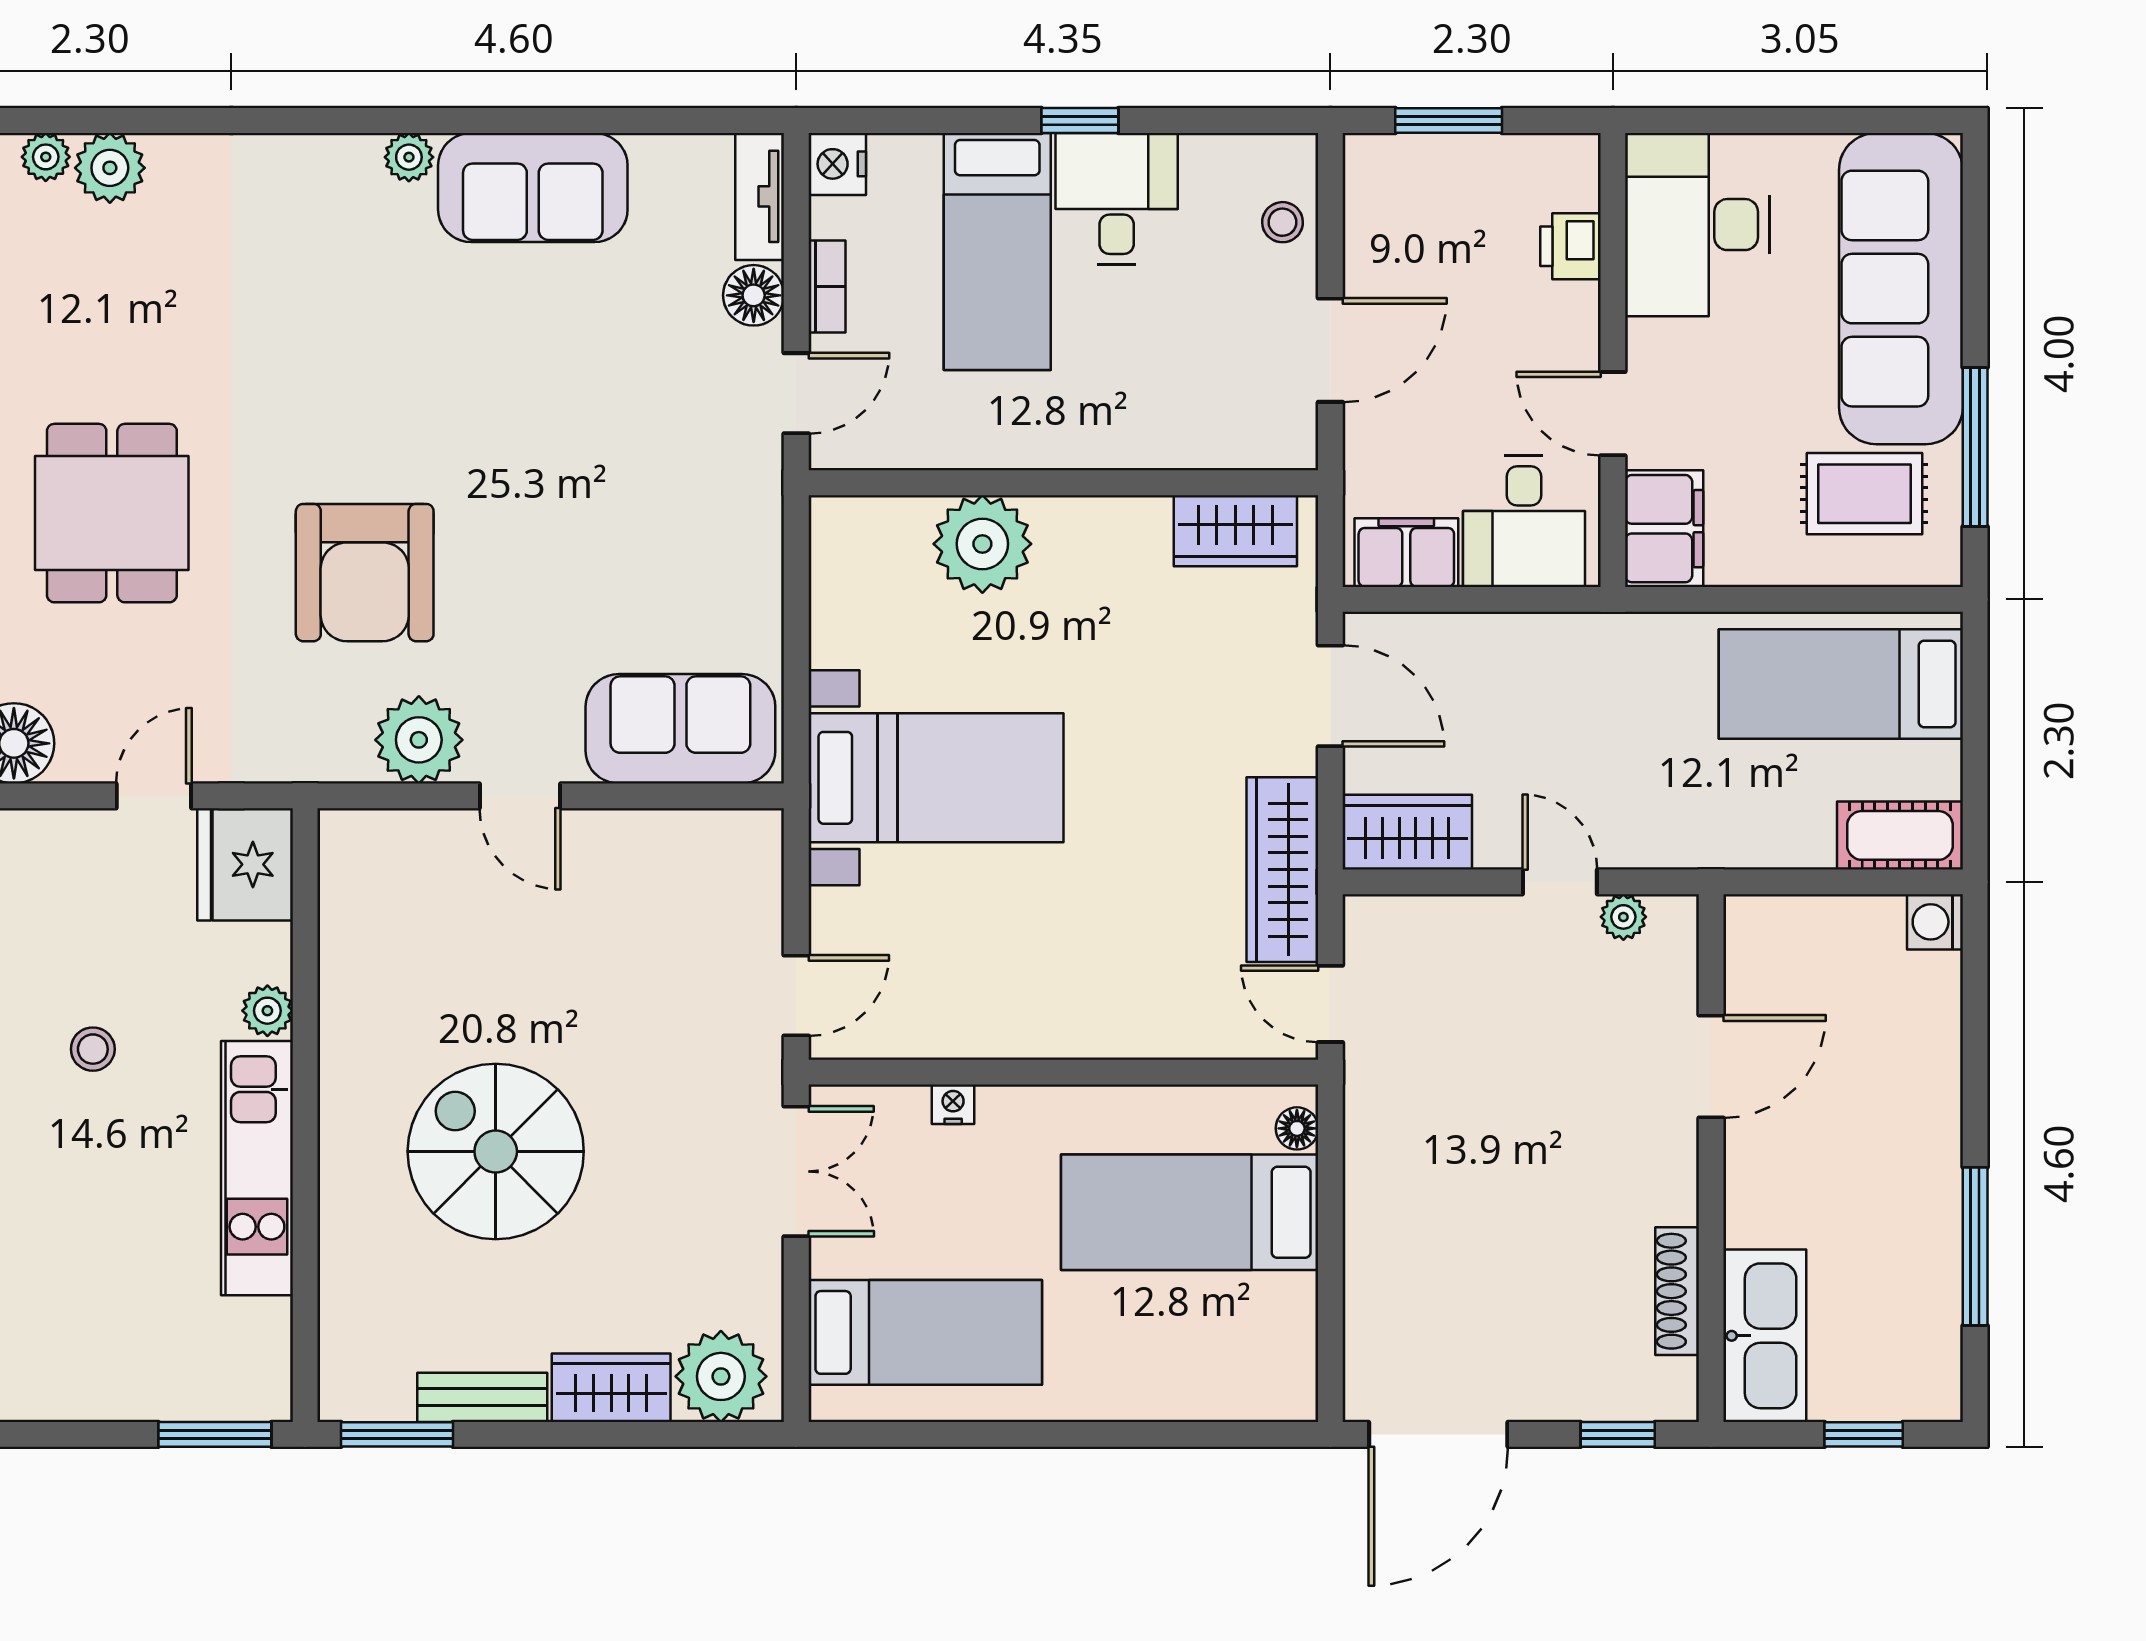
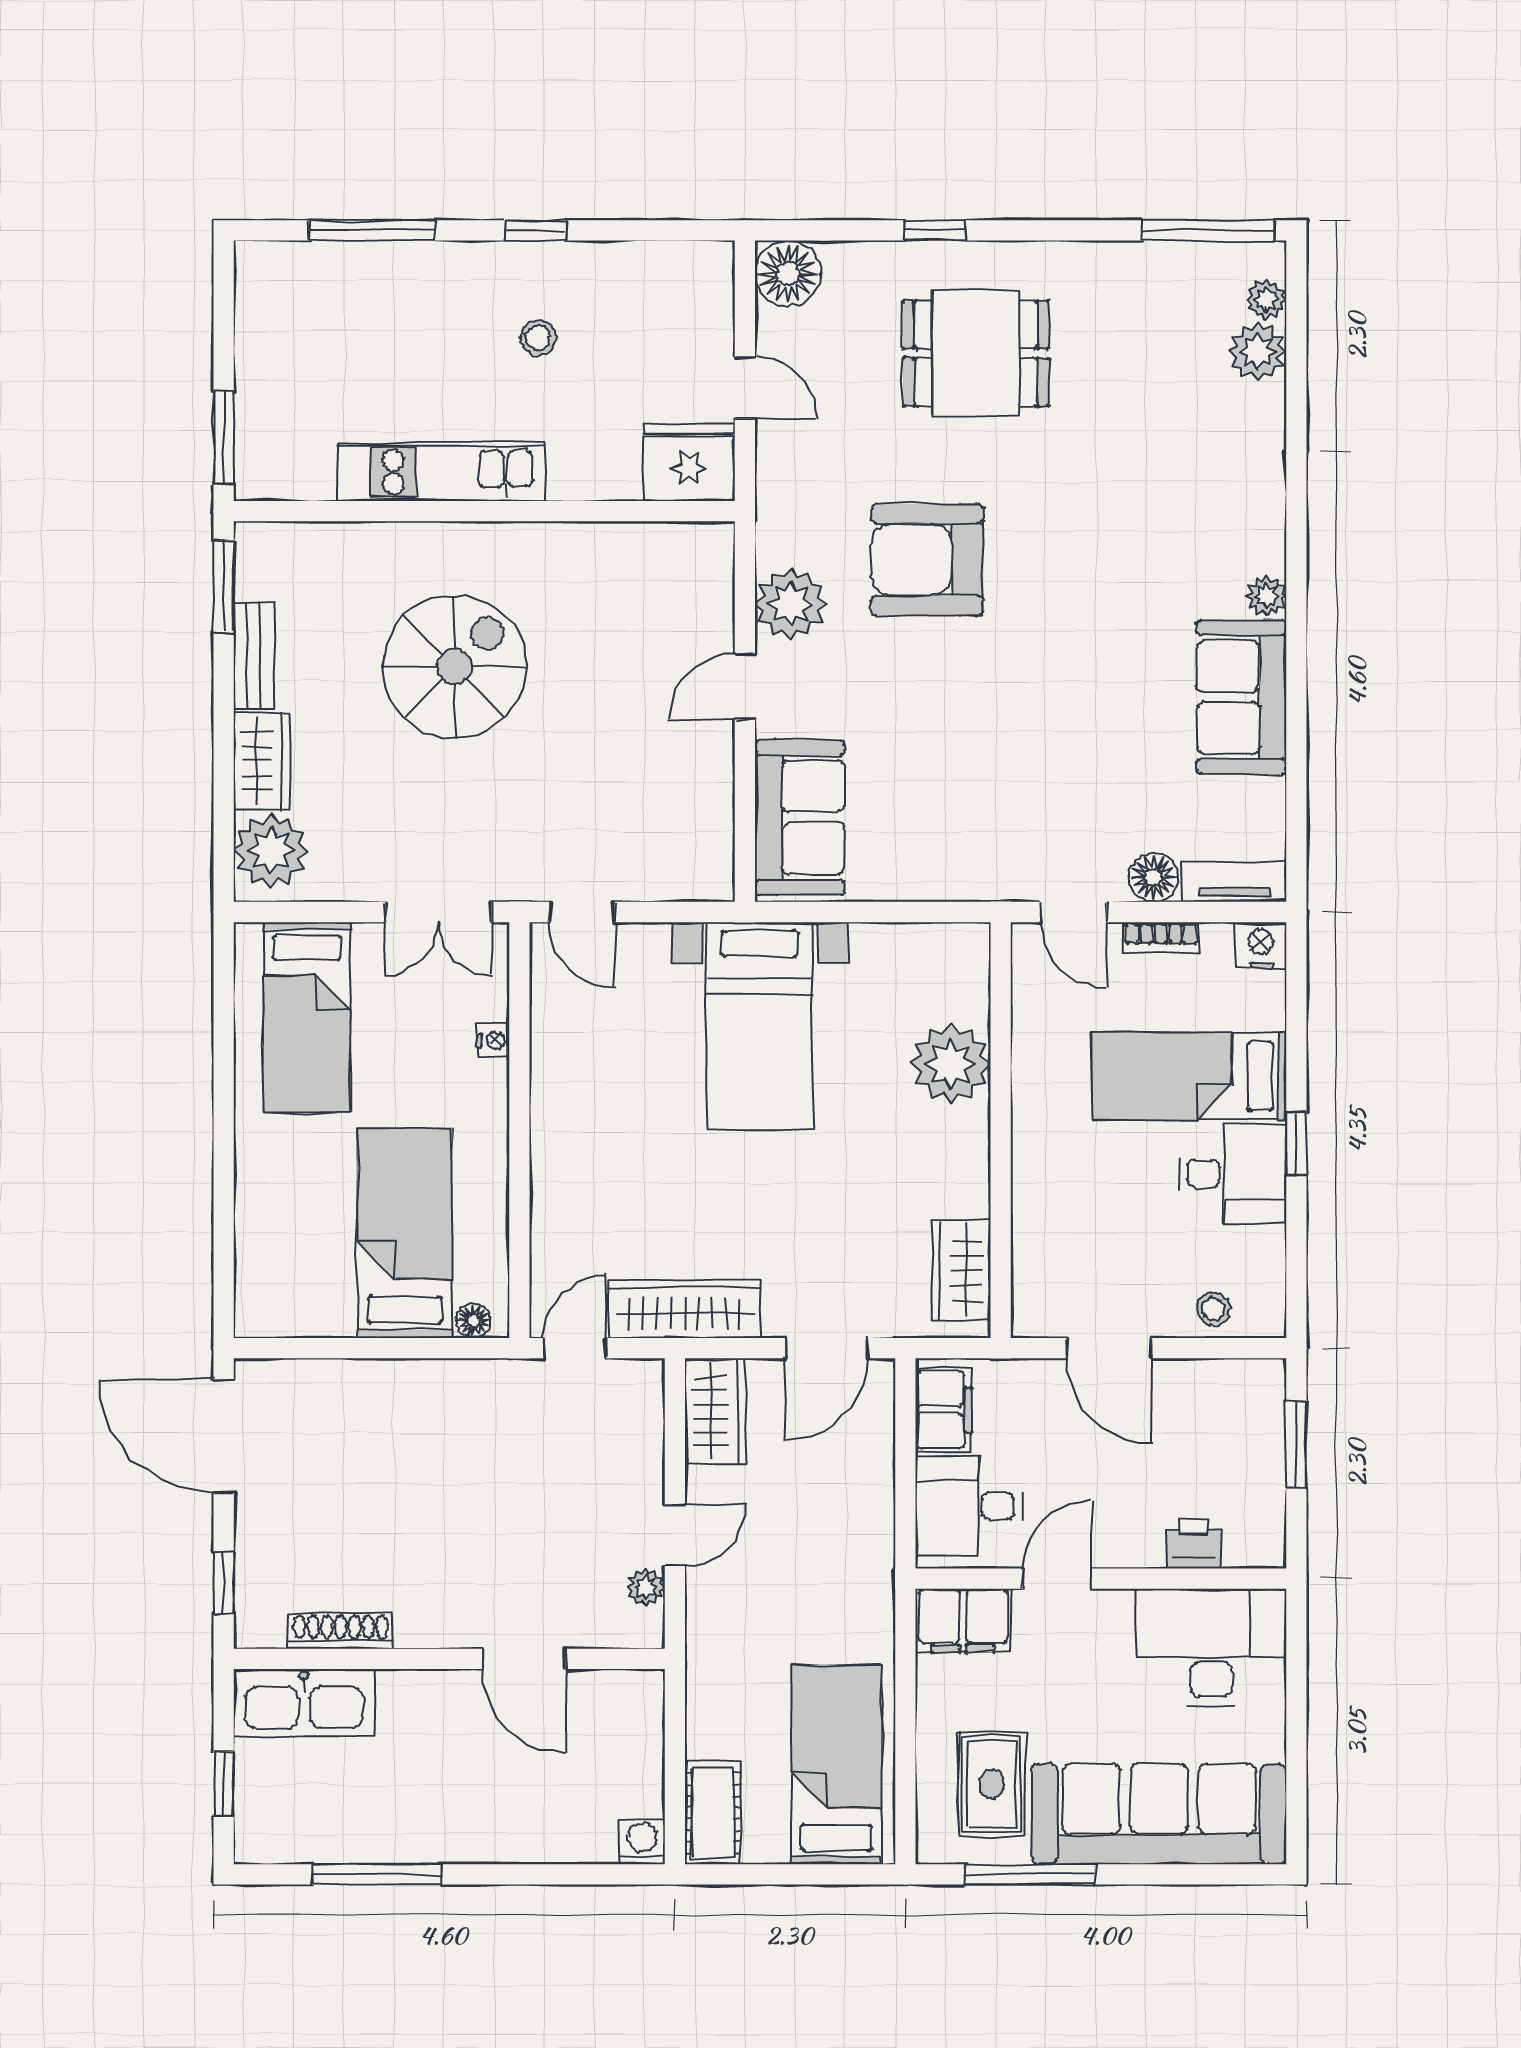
plant: (267, 1011) -> (570, 480), removed

